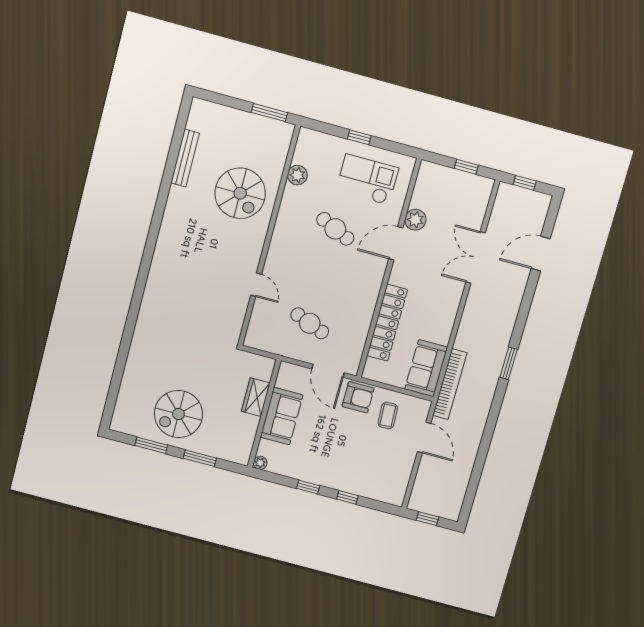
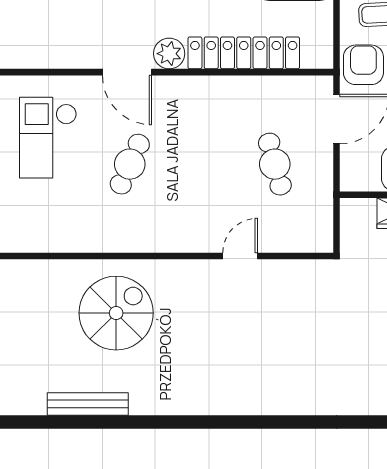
plant: (297, 175) -> (69, 239), removed
plant: (415, 220) -> (169, 54), moved
cafe table: (310, 323) -> (275, 164), turned -36

